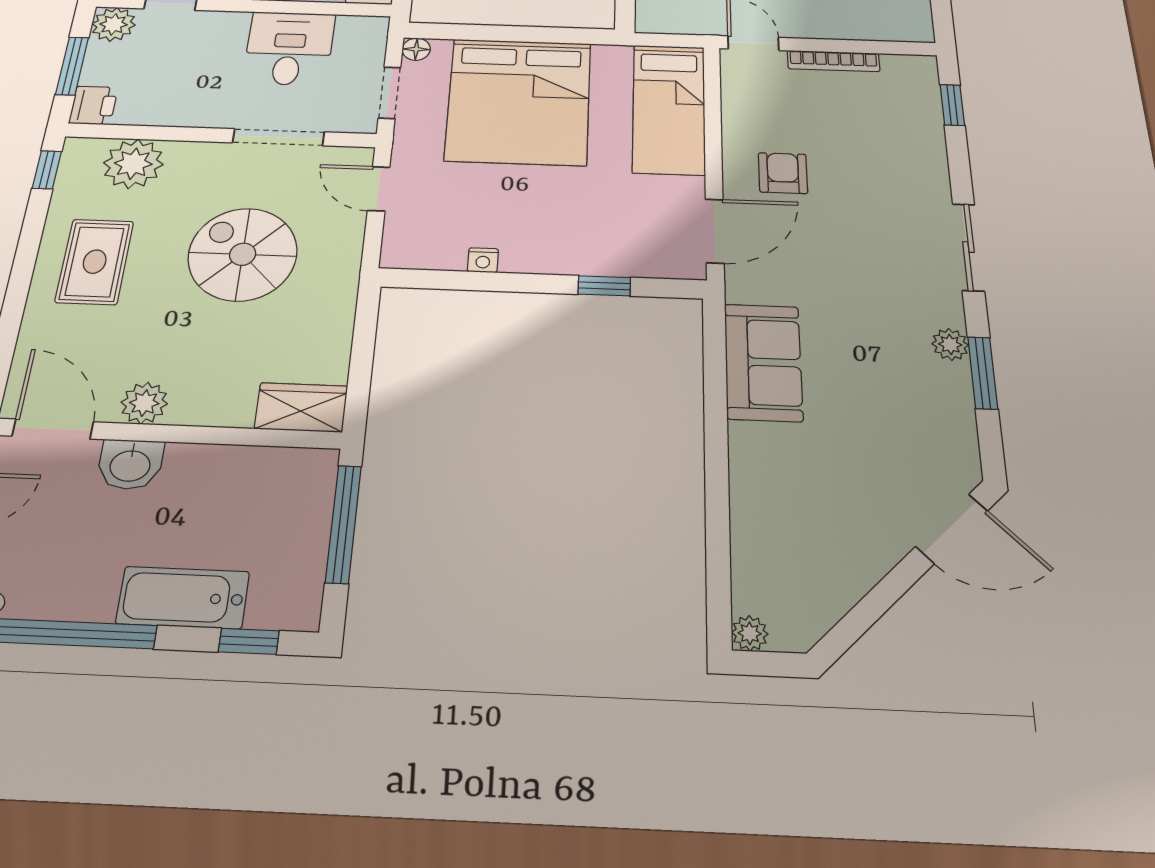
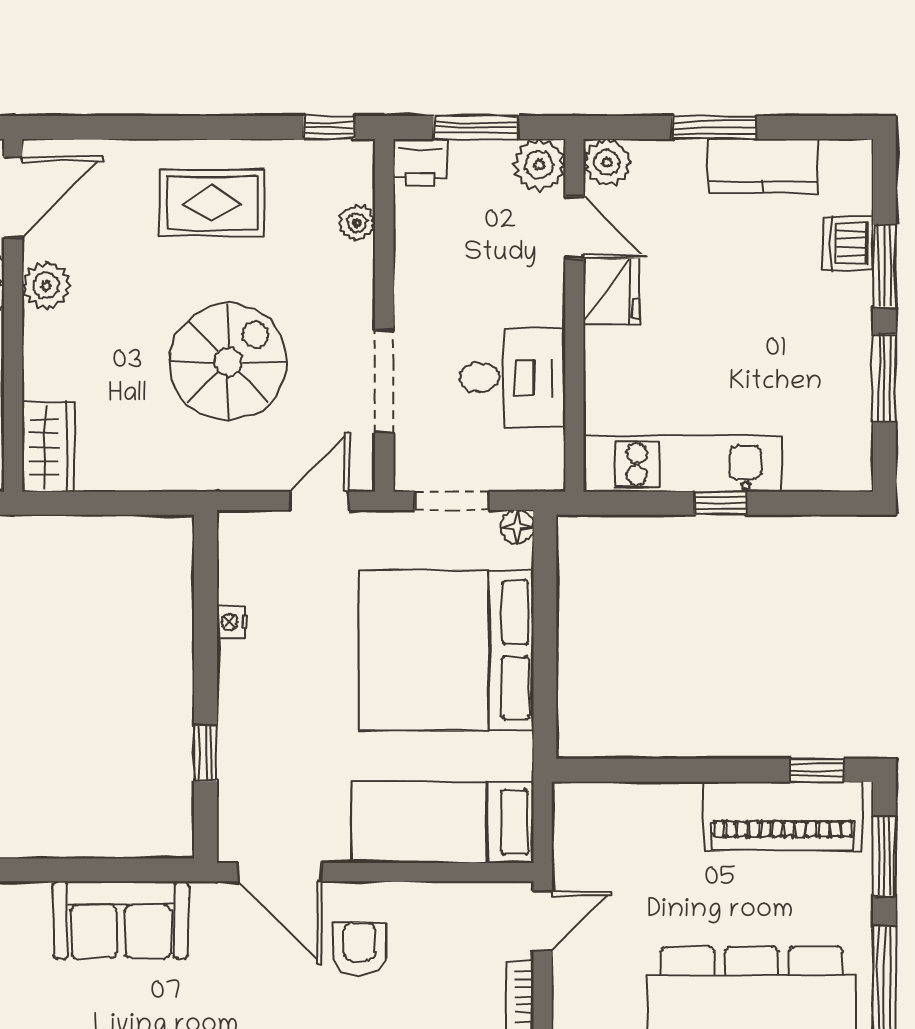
plant: (133, 164) -> (357, 223), width x0.53, depth x0.53
armchair: (783, 173) -> (359, 949), turned -90

